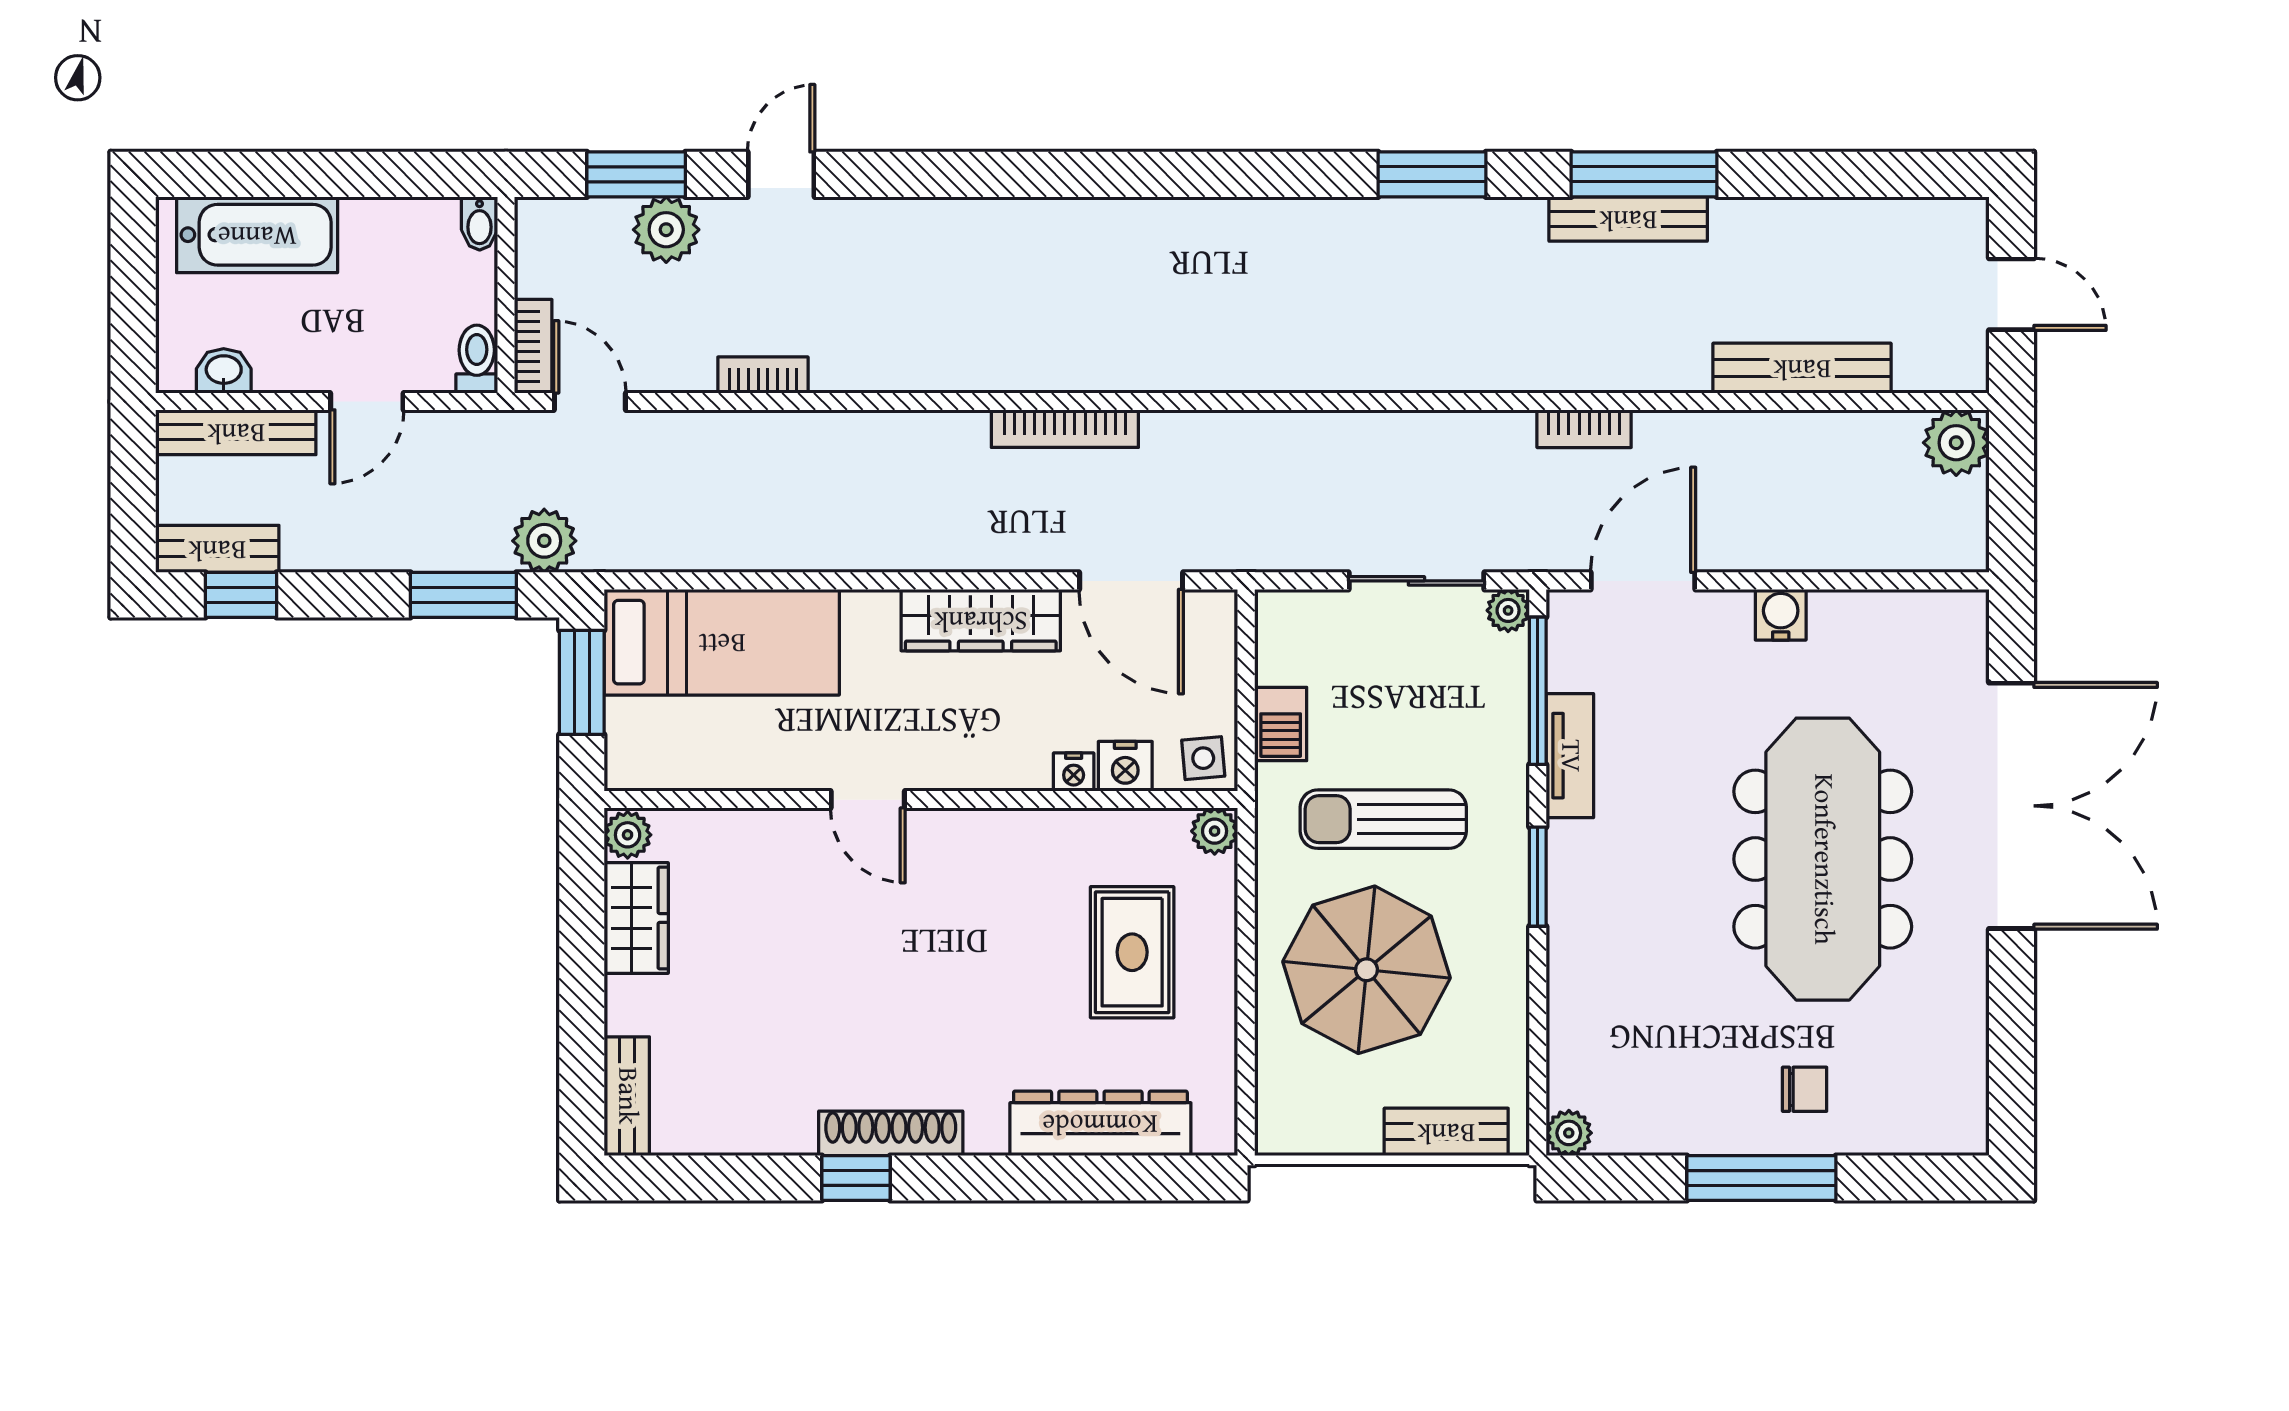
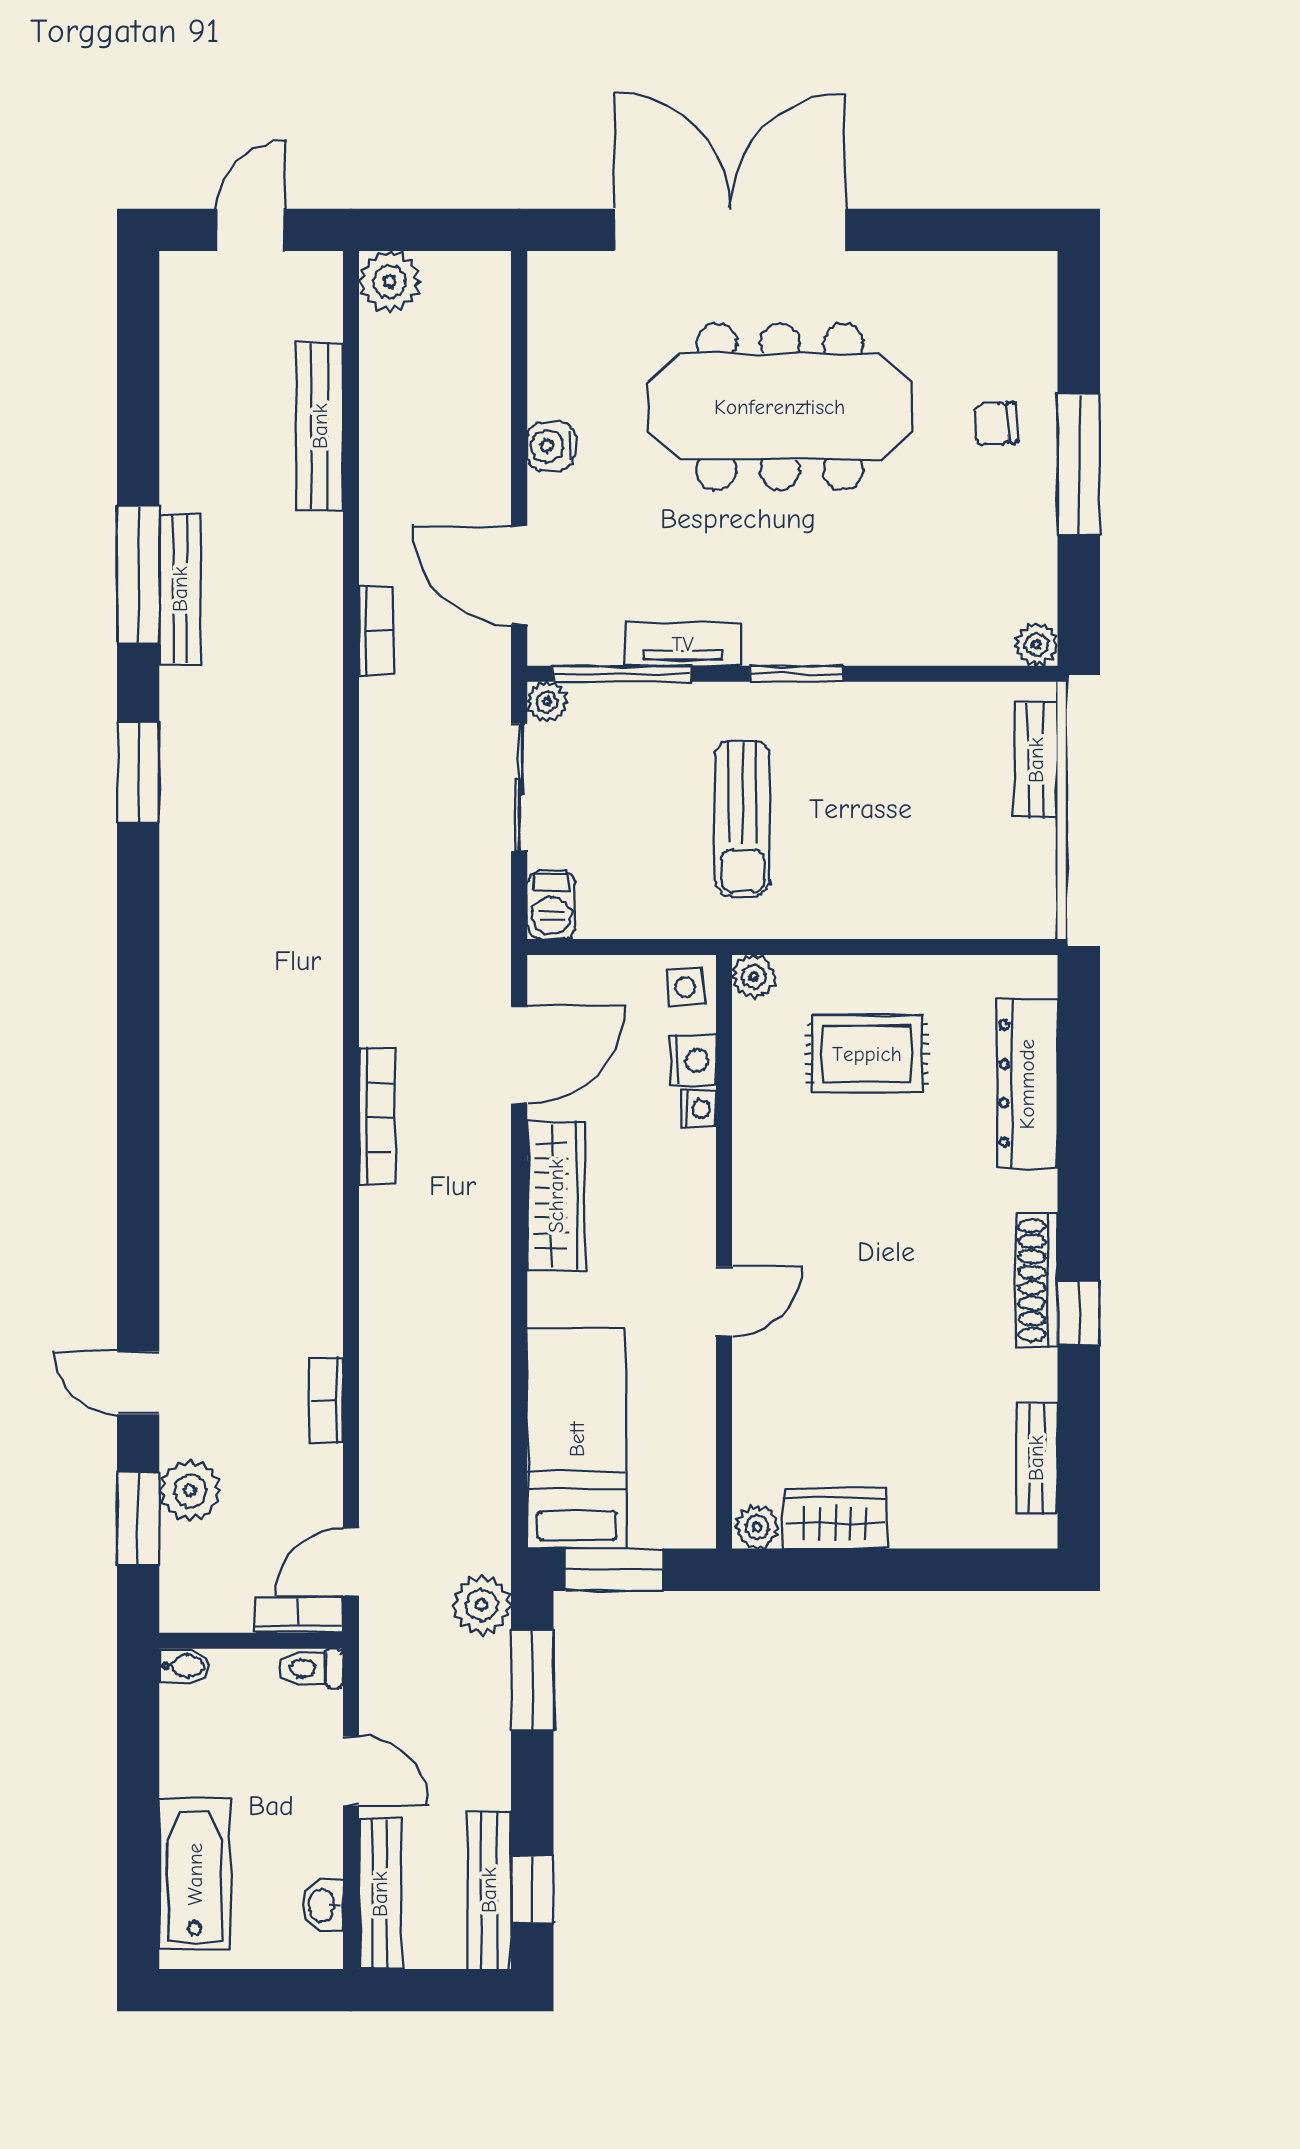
bench: (217, 549) -> (489, 1890), width x1.36
barbecue: (1281, 724) -> (551, 905), moved, turned 90
parasol: (1367, 970) -> (884, 834), removed
chair: (1805, 1089) -> (996, 424), turned -93
bench: (627, 1096) -> (1036, 1458), moved, turned 90

